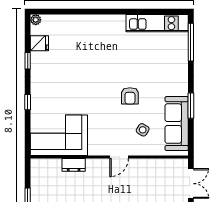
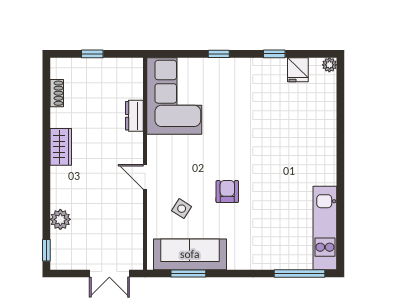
armchair: (130, 96) -> (227, 192), turned 90
window: (191, 106) -> (188, 273), moved

